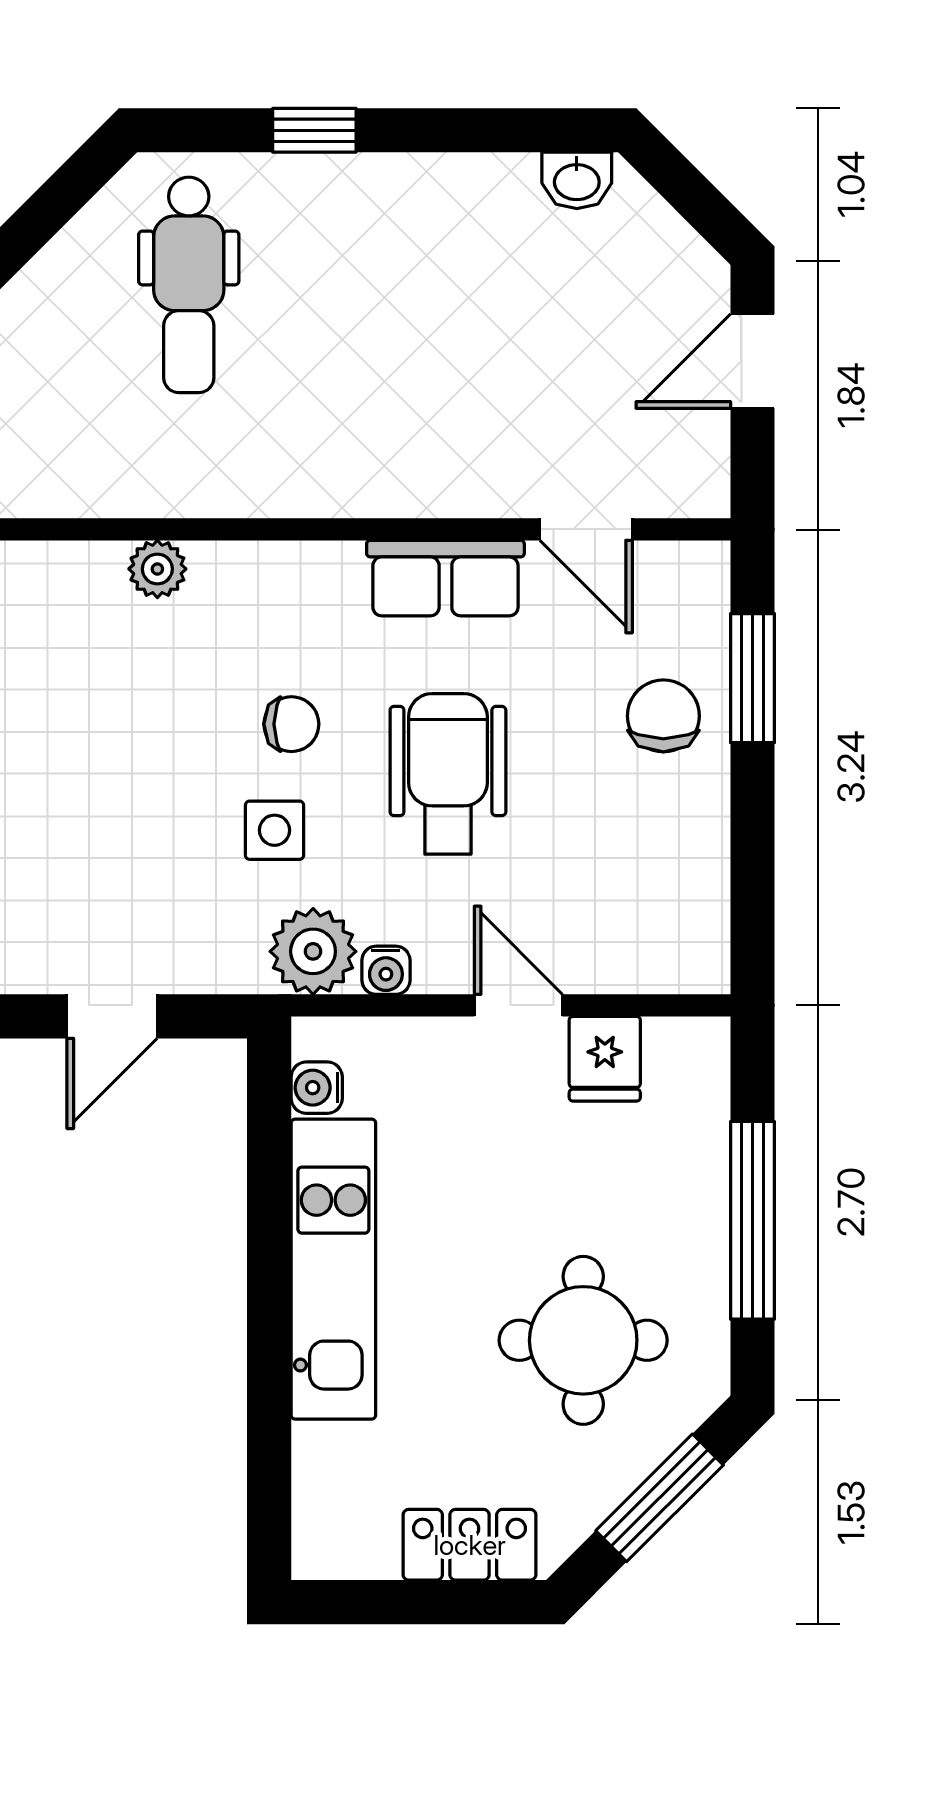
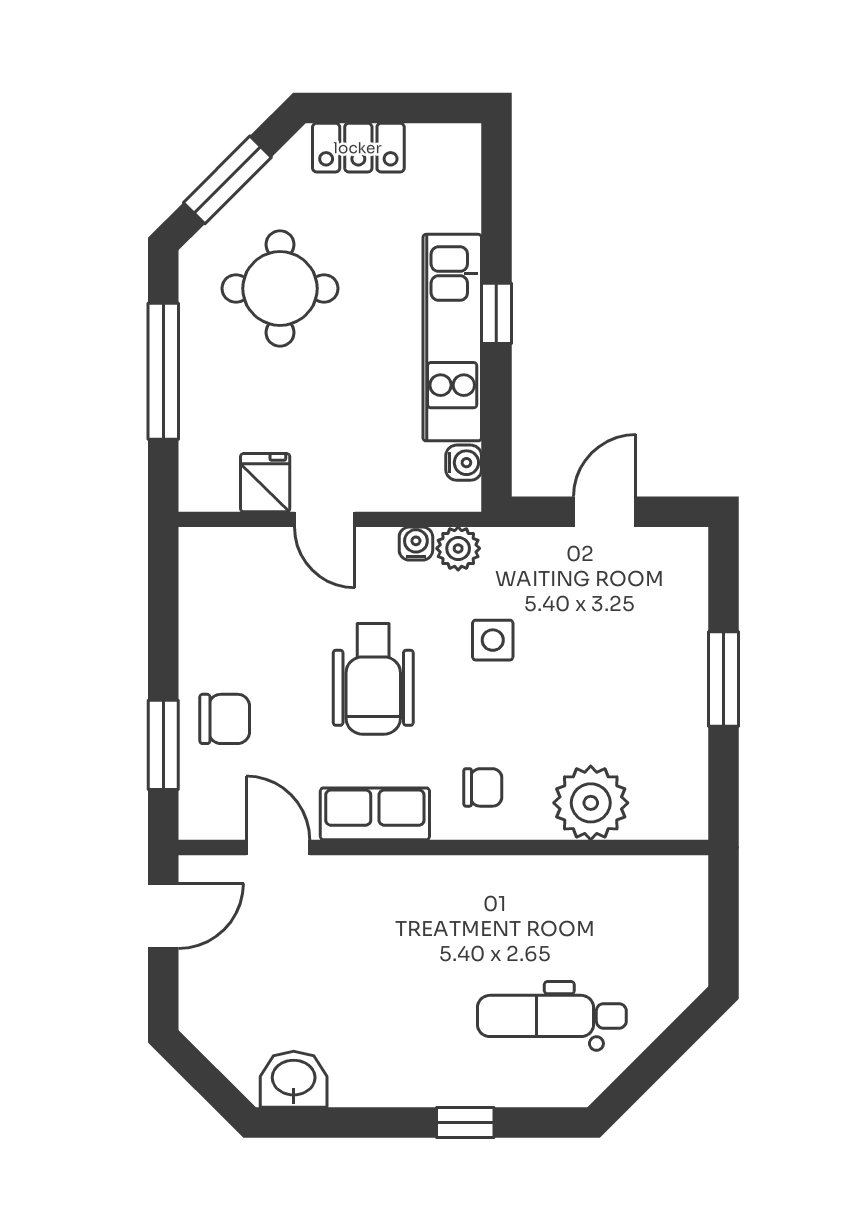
washbasin: (577, 180) -> (294, 1079), width x1.38, depth x1.45
dental chair: (189, 285) -> (552, 1016), turned -90
door: (752, 361) -> (163, 916), moved
plant: (157, 569) -> (591, 803), width x1.87, depth x1.87
chair: (663, 716) -> (225, 719), turned -90
chair: (291, 724) -> (483, 787), moved, turned 180
plant: (313, 951) -> (458, 548), width x0.73, depth x0.73
window: (269, 1304) -> (496, 313), added

